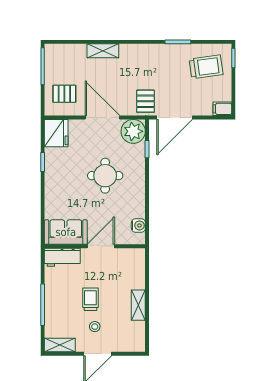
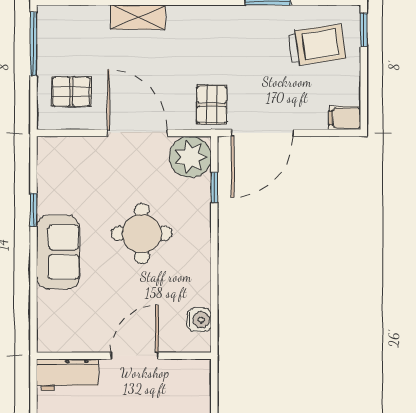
fridge: (56, 133) -> (57, 160), removed
sofa: (66, 232) -> (58, 252), moved, turned 90

